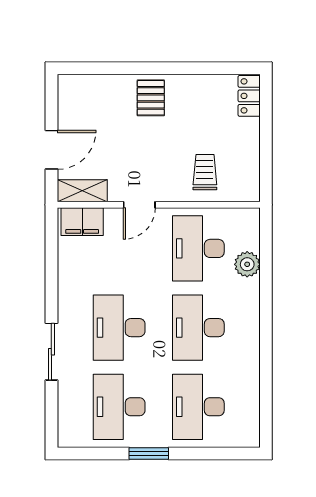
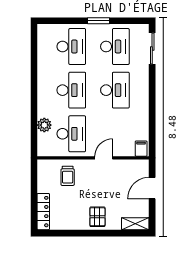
locker: (249, 96) -> (43, 212), width x1.53
shelving: (82, 191) -> (135, 224), moved
filing cabinet: (82, 222) -> (141, 149), width x0.50
sliding door: (51, 352) -> (152, 48), moved

